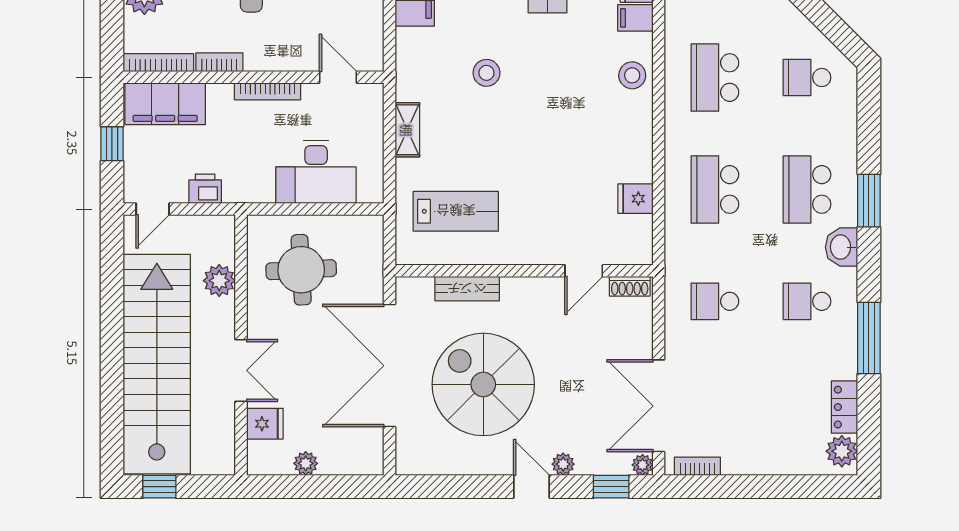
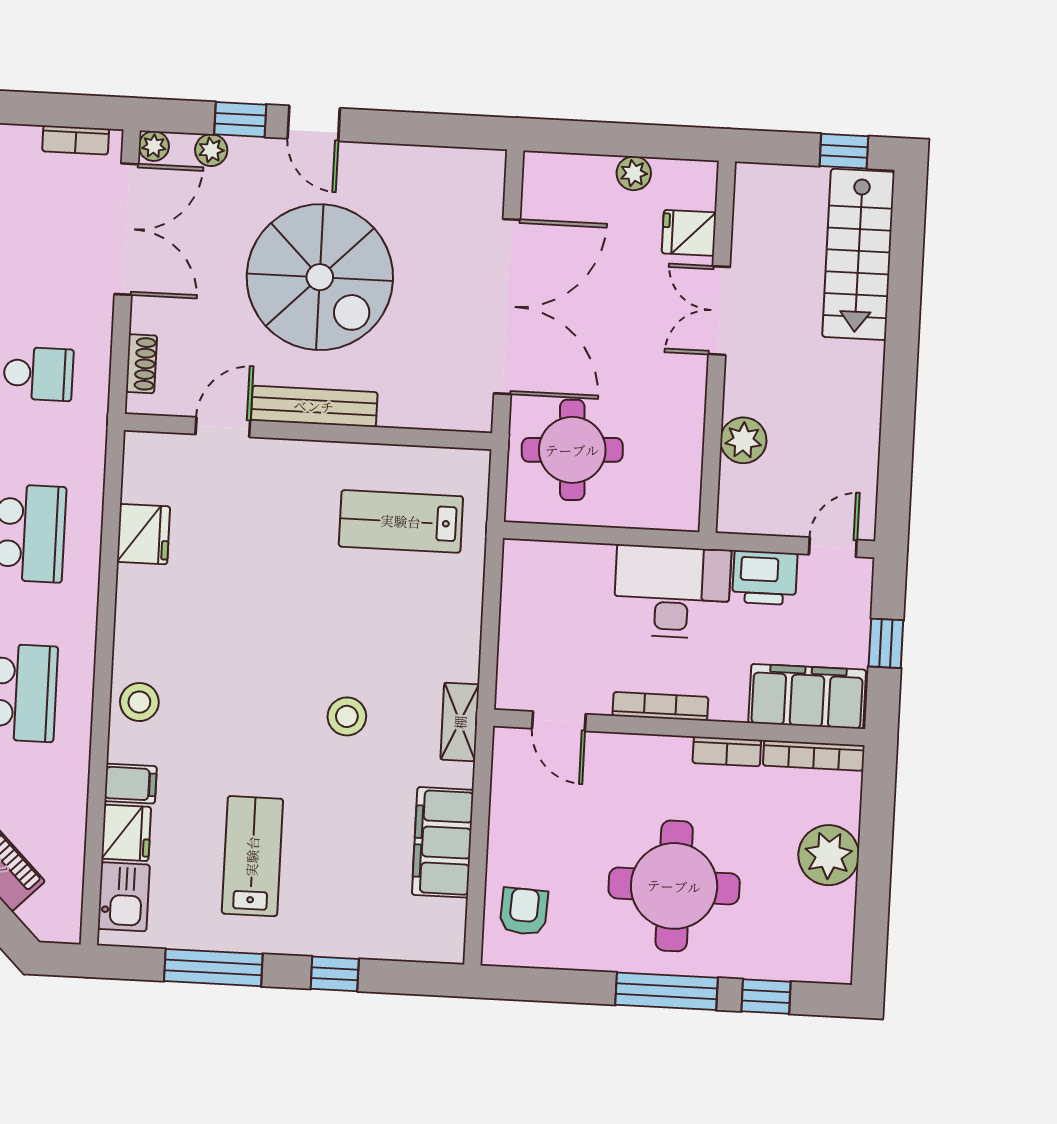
shelving: (407, 130) -> (460, 722), moved
desk: (316, 172) -> (672, 592), moved
printer: (205, 189) -> (765, 578), width x1.36, depth x1.24
fridge: (635, 199) -> (144, 534), width x1.38
round table: (301, 270) -> (572, 450), moved
shoe rack: (630, 286) -> (141, 364), moved, turned 90
bench: (467, 289) -> (314, 406), moved, width x1.36
stairs: (157, 364) -> (858, 254), width x0.54, depth x0.66
spiral stairs: (483, 384) -> (320, 277), moved
plant: (563, 464) -> (211, 150), moved
window: (611, 487) -> (240, 119), moved

